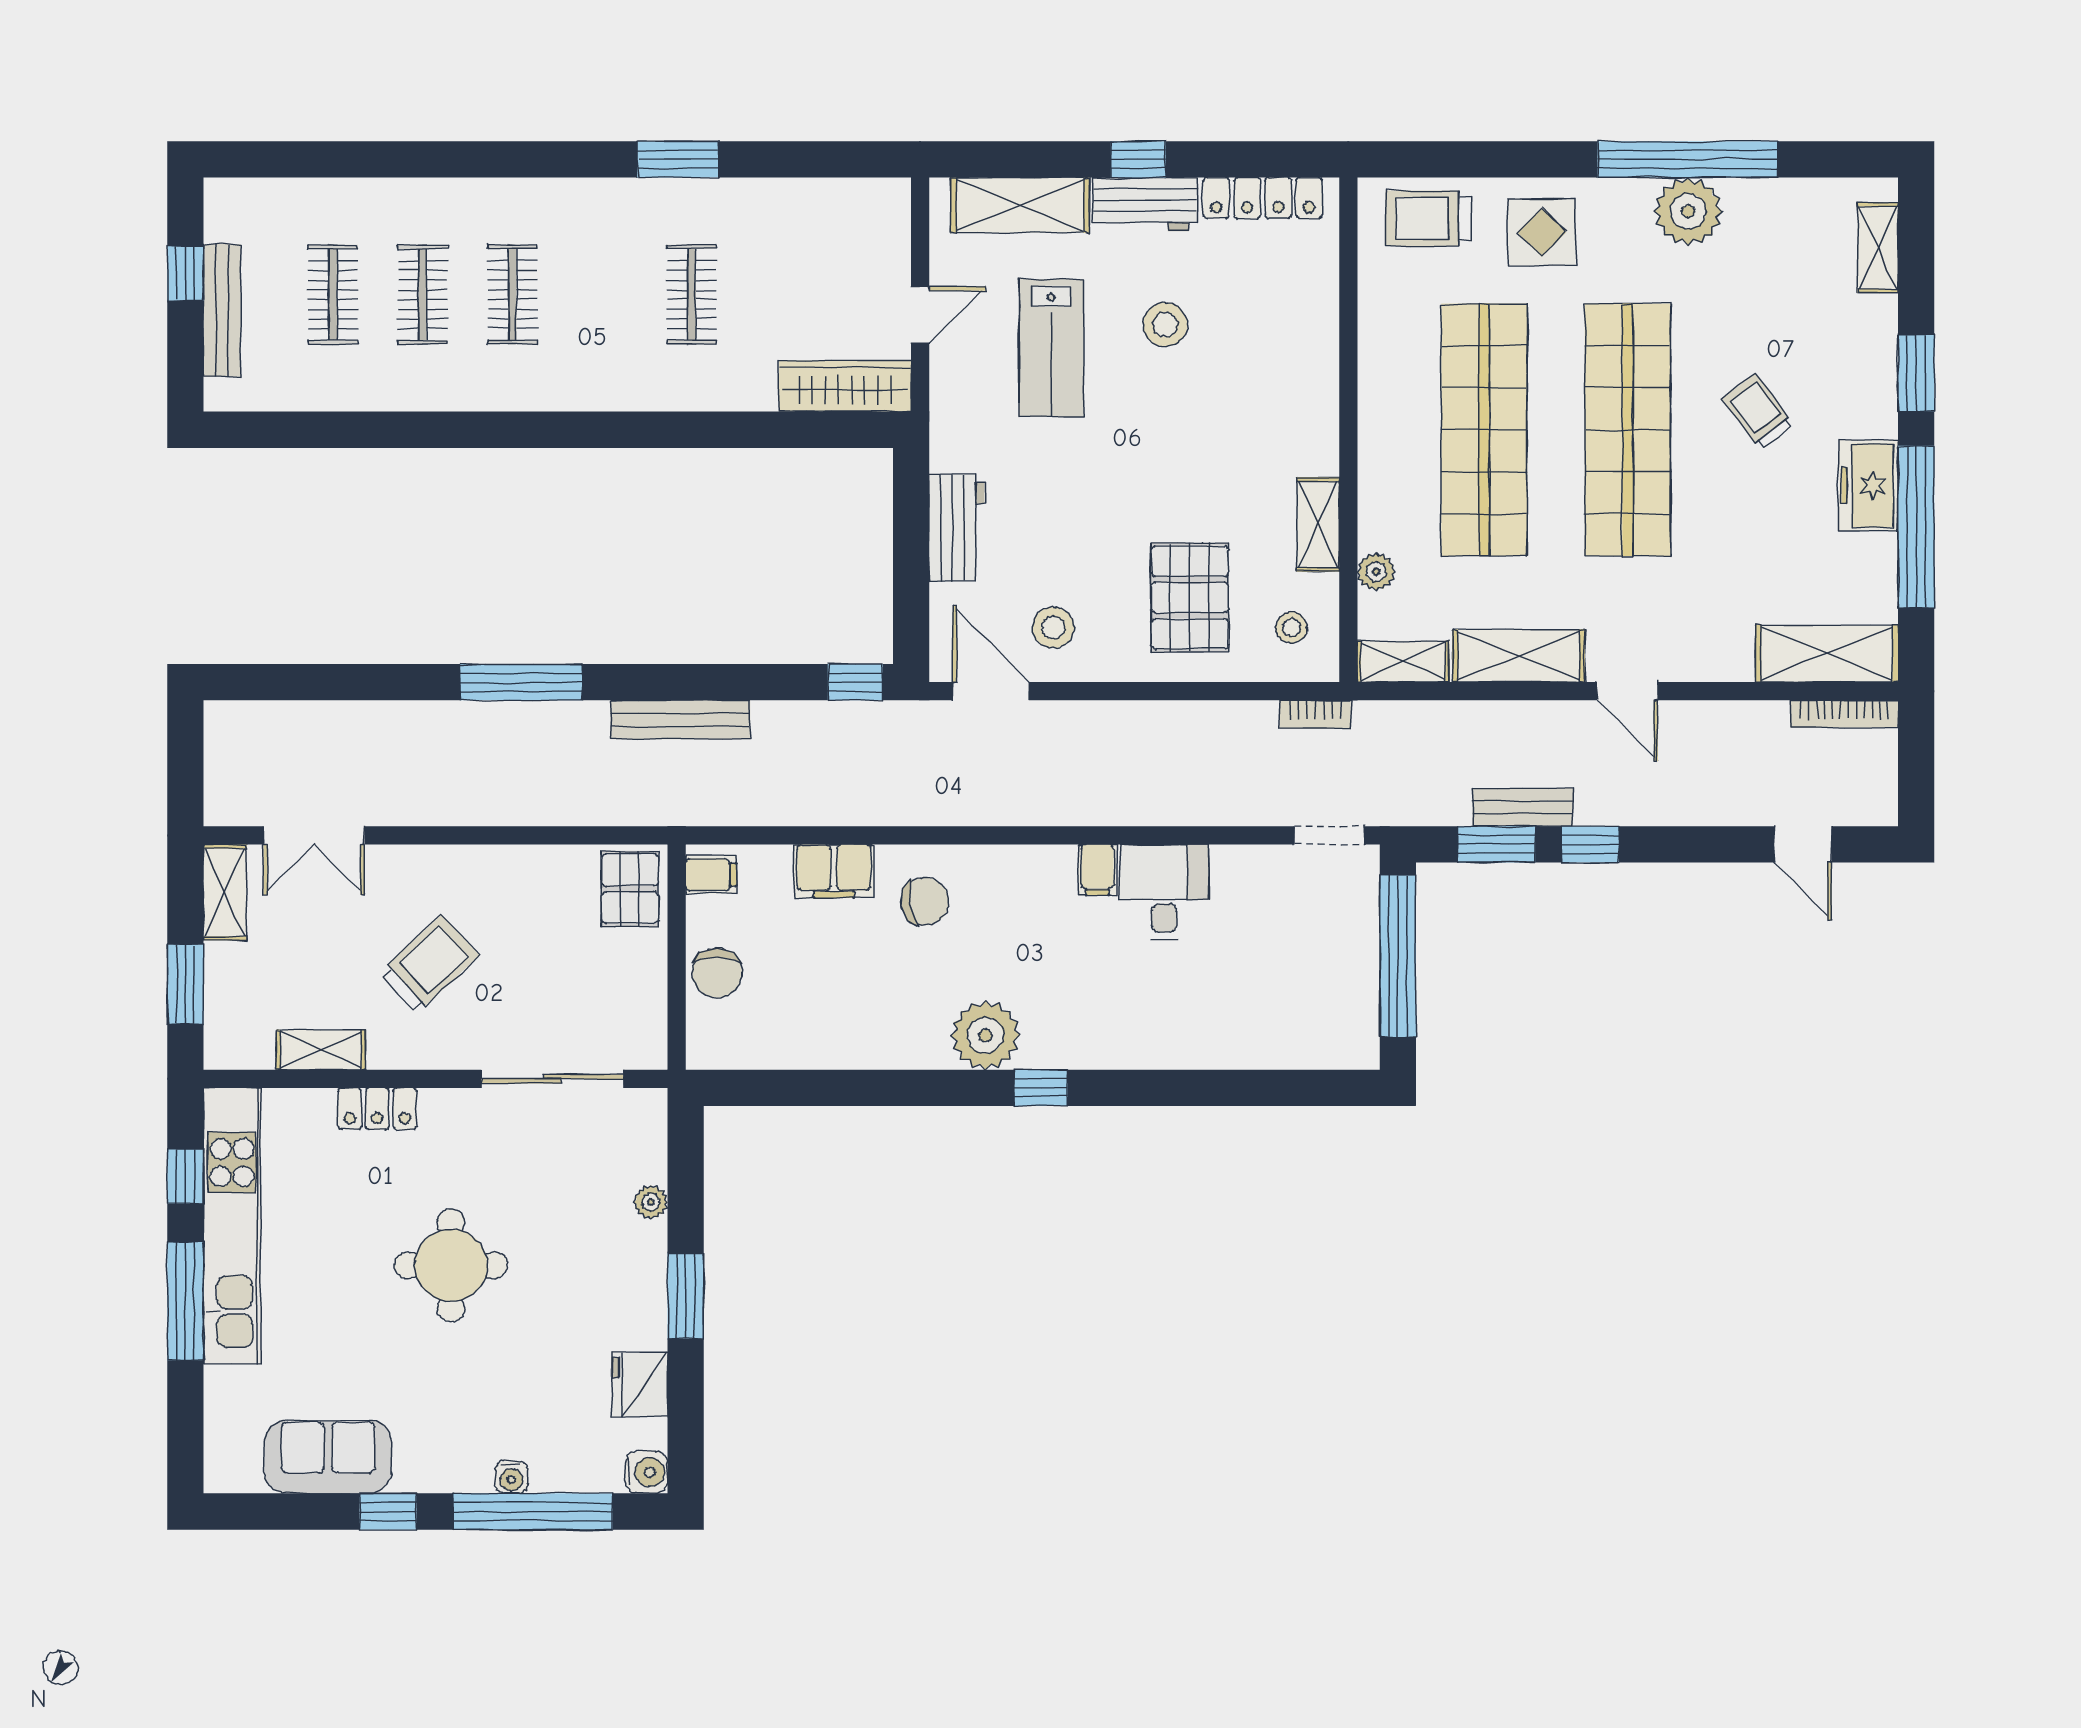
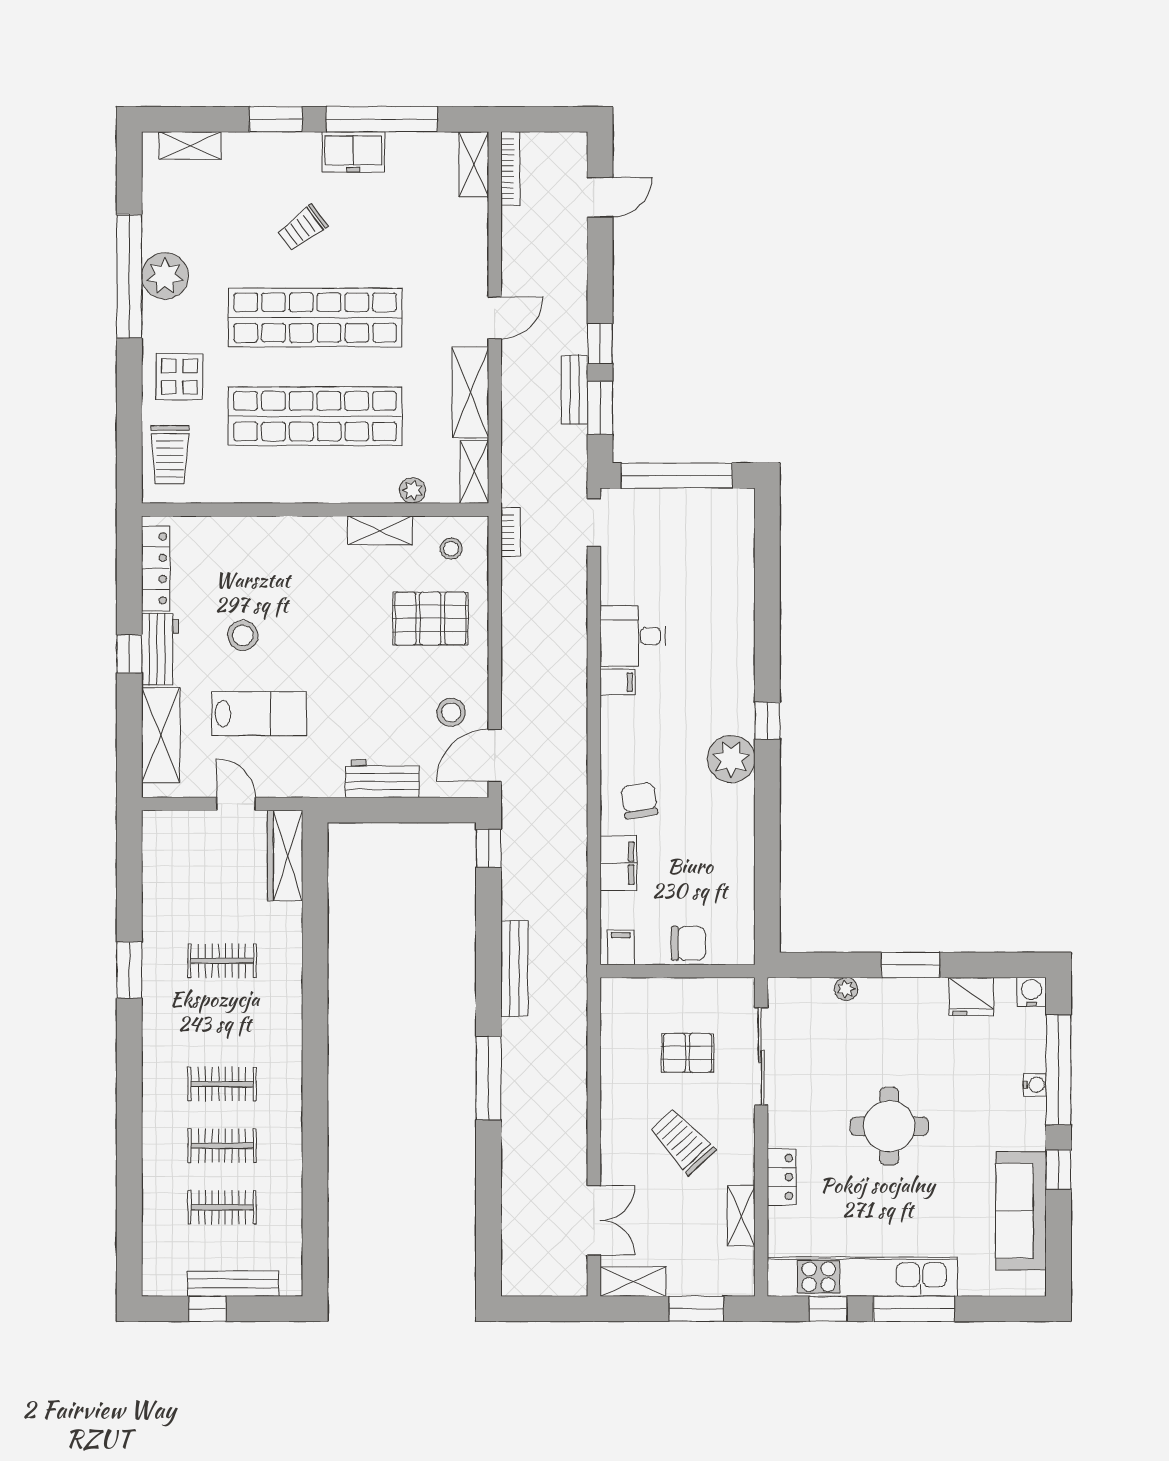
shelving: (1827, 654) -> (474, 164), width x0.67, depth x0.75
pallet: (630, 889) -> (687, 1053), moved
sofa: (328, 1457) -> (1021, 1211), width x1.36

